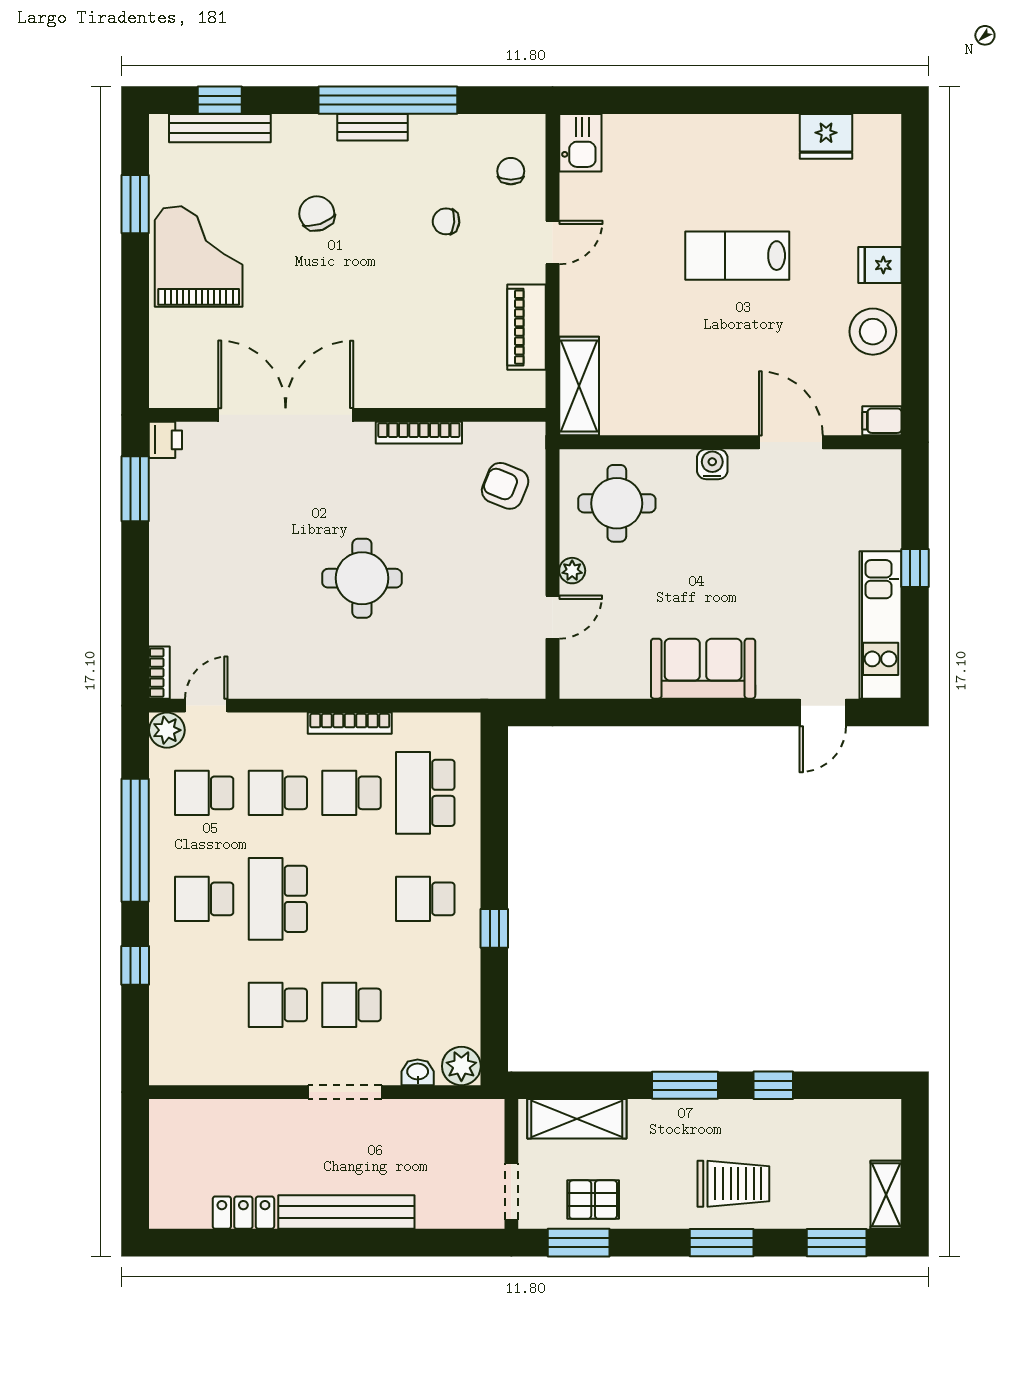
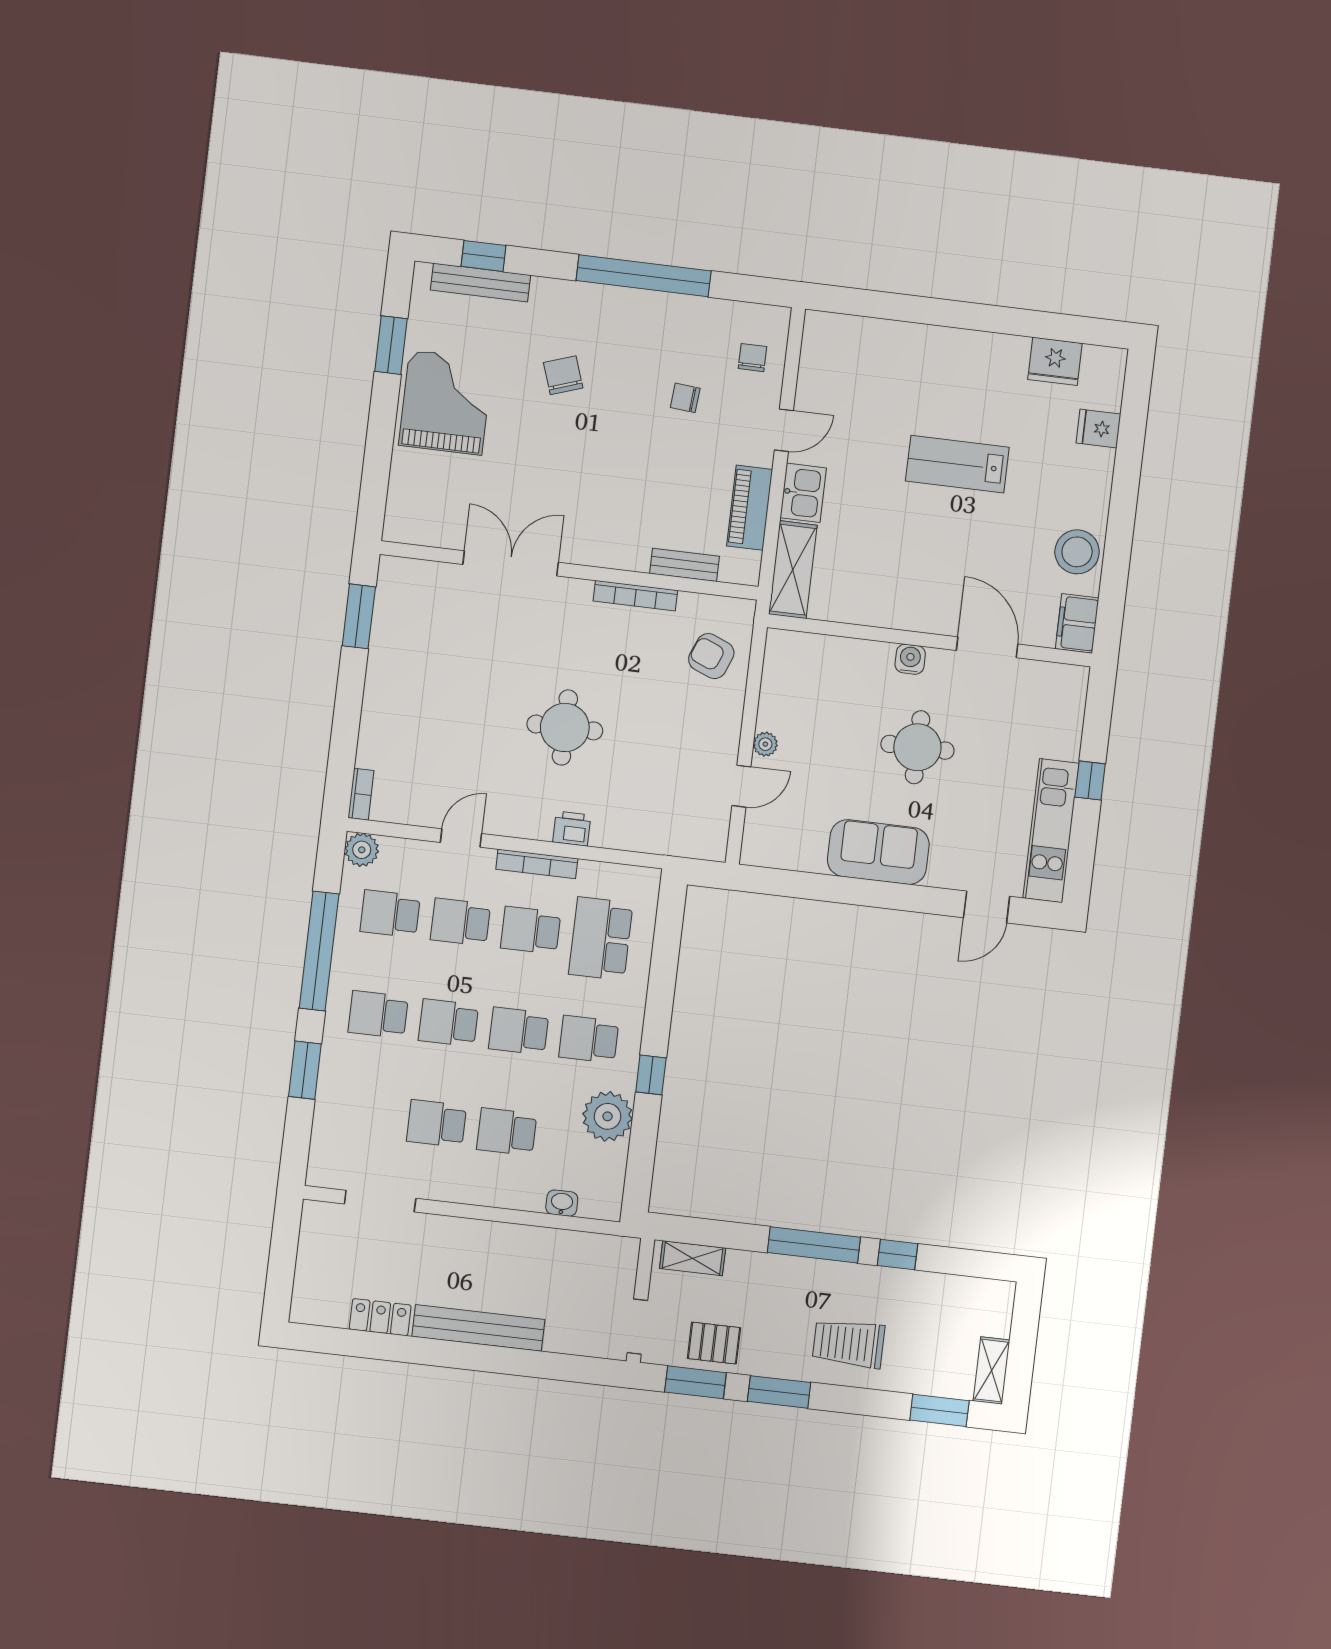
bench: (372, 127) -> (685, 565), moved
kitchen sink: (580, 143) -> (803, 493), moved
fridge: (880, 265) -> (1098, 429), moved
double door: (286, 415) -> (511, 563), width x0.73
filing cabinet: (882, 421) -> (1077, 623), width x2.00
printer: (165, 440) -> (572, 829), moved, turned -90
round table: (617, 503) -> (917, 747), moved
door: (206, 706) -> (461, 838), moved
school desk: (278, 899) -> (448, 1023), width x0.54
school desk: (352, 899) -> (519, 1031), added
window: (135, 965) -> (305, 1070), width x1.50
plant: (461, 1066) -> (608, 1116), moved, width x1.36, depth x1.36
window: (685, 1085) -> (814, 1245), width x1.44
doorway: (345, 1092) -> (380, 1201), moved
shelving: (577, 1119) -> (693, 1258), width x0.67, depth x0.75
trolley: (733, 1184) -> (849, 1343), turned 180
window: (722, 1243) -> (779, 1392), moved

